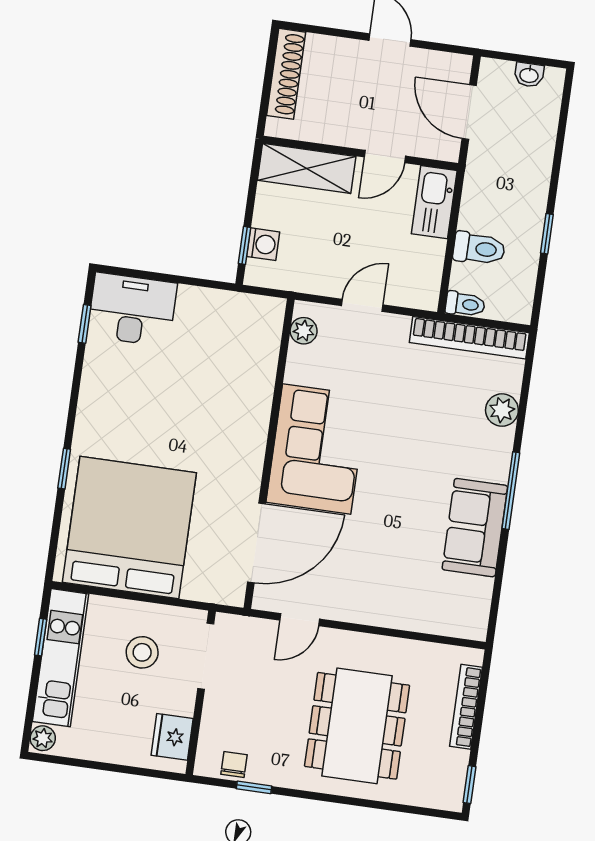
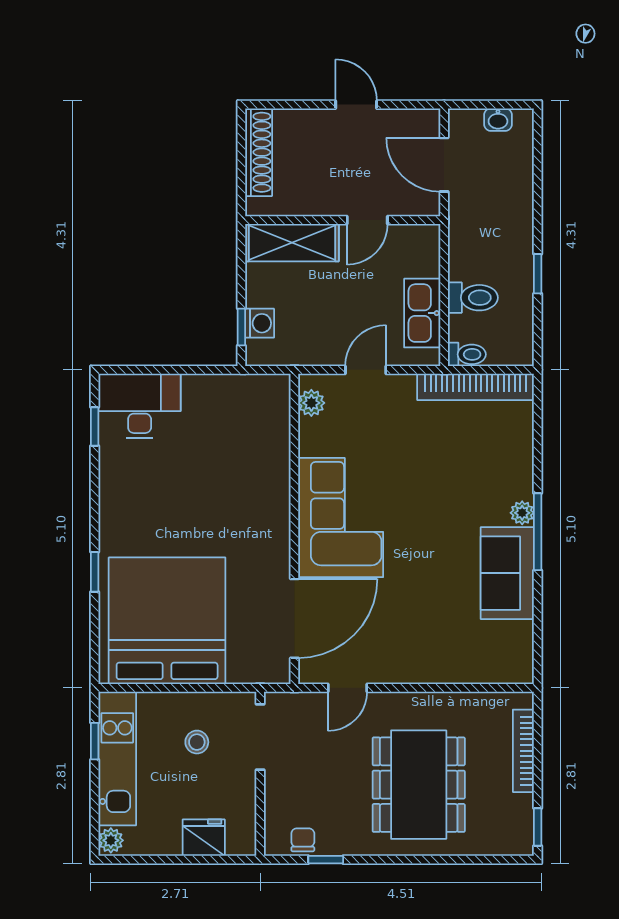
kitchen sink: (434, 202) -> (422, 313), moved
plant: (502, 410) -> (522, 513), moved, width x0.73, depth x0.73
stool: (142, 652) -> (197, 742), width x0.73, depth x0.73
fridge: (172, 737) -> (204, 838), moved, turned 90

